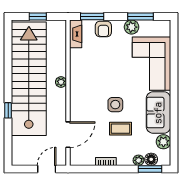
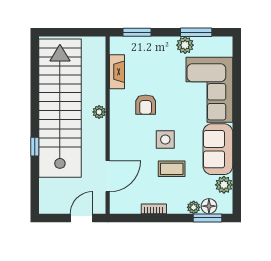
window: (38, 17) -> (71, 32), removed
armchair: (103, 29) -> (146, 105), moved
fireplace: (76, 34) -> (117, 72), moved

